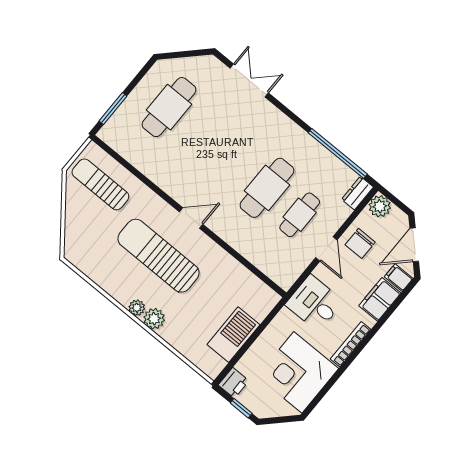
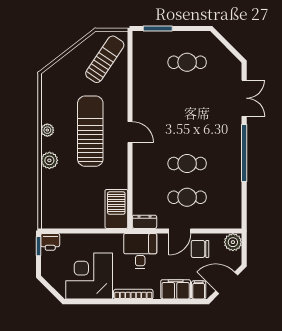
cafe table: (169, 107) -> (187, 62), width x0.73, depth x0.74
window: (338, 153) -> (244, 153), moved
sun lounger: (100, 184) -> (105, 59), turned 34
cafe table: (267, 188) -> (187, 163), width x0.73, depth x0.74
dresser: (357, 193) -> (144, 222), moved
plant: (137, 308) -> (47, 130), moved
barbecue: (233, 335) -> (116, 209), moved, turned -90
window: (241, 408) -> (38, 246), moved

